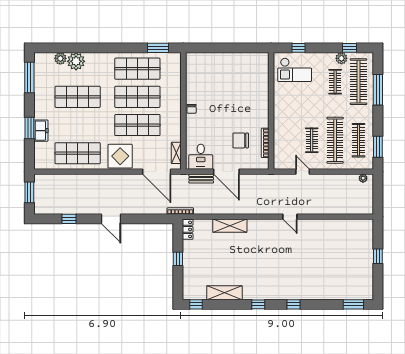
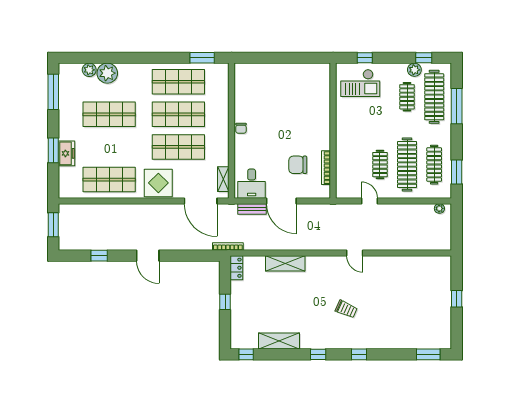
trolley: (283, 265) -> (346, 309), added

